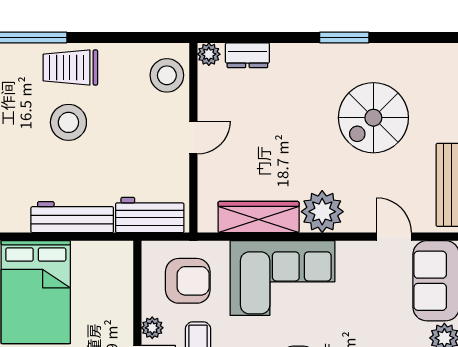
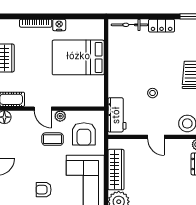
stool: (68, 122) -> (153, 93), moved, width x0.53, depth x0.53
workbench: (72, 217) -> (116, 76), removed

